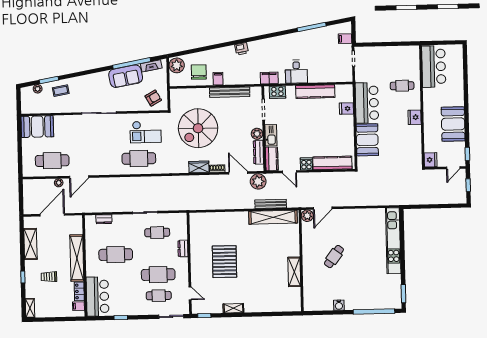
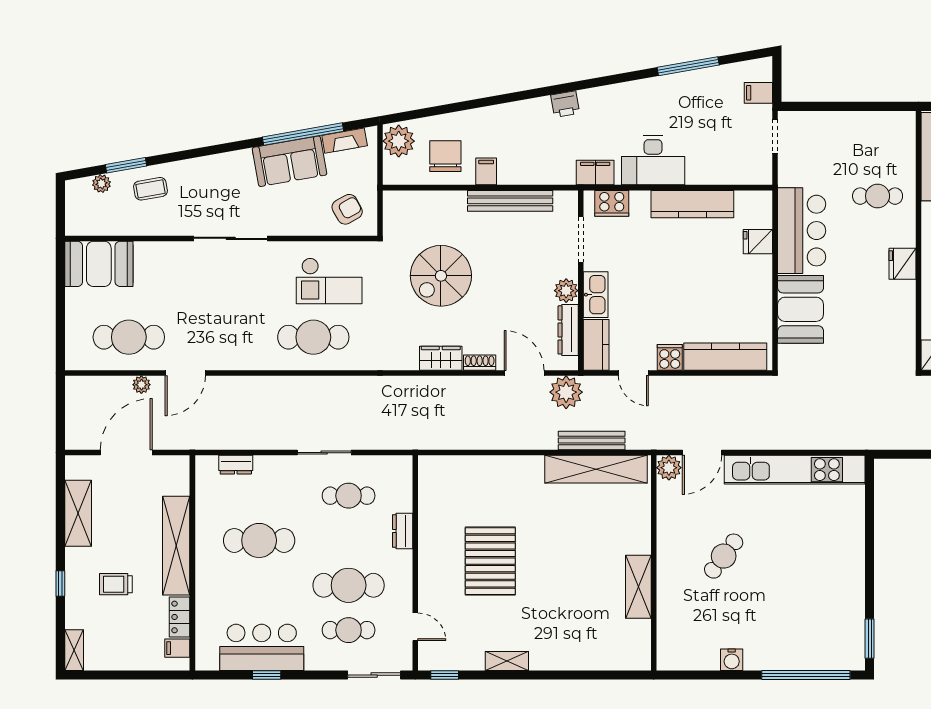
printer: (242, 49) -> (565, 104), moved
desk: (296, 72) -> (653, 160), width x1.37
spiral stairs: (198, 128) -> (441, 276), width x0.73, depth x0.73
kitchen unit: (393, 241) -> (795, 470), moved, turned -90
bar counter: (98, 296) -> (262, 647), moved, turned -90

